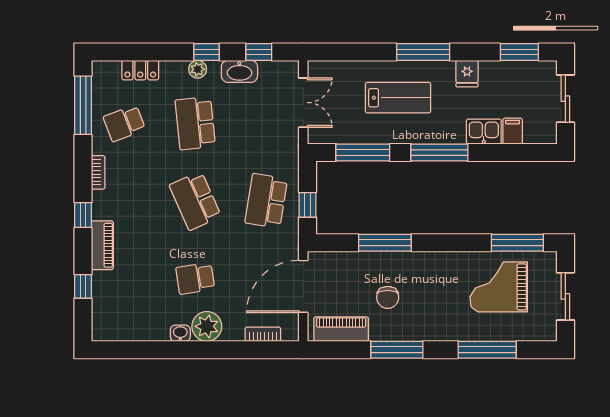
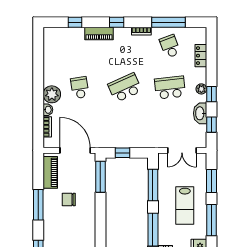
window: (356, 52) -> (211, 181), added
window: (83, 105) -> (168, 22), moved
school desk: (266, 201) -> (125, 129), removed
window: (385, 243) -> (100, 177), moved
washbasin: (180, 333) -> (48, 110), moved

